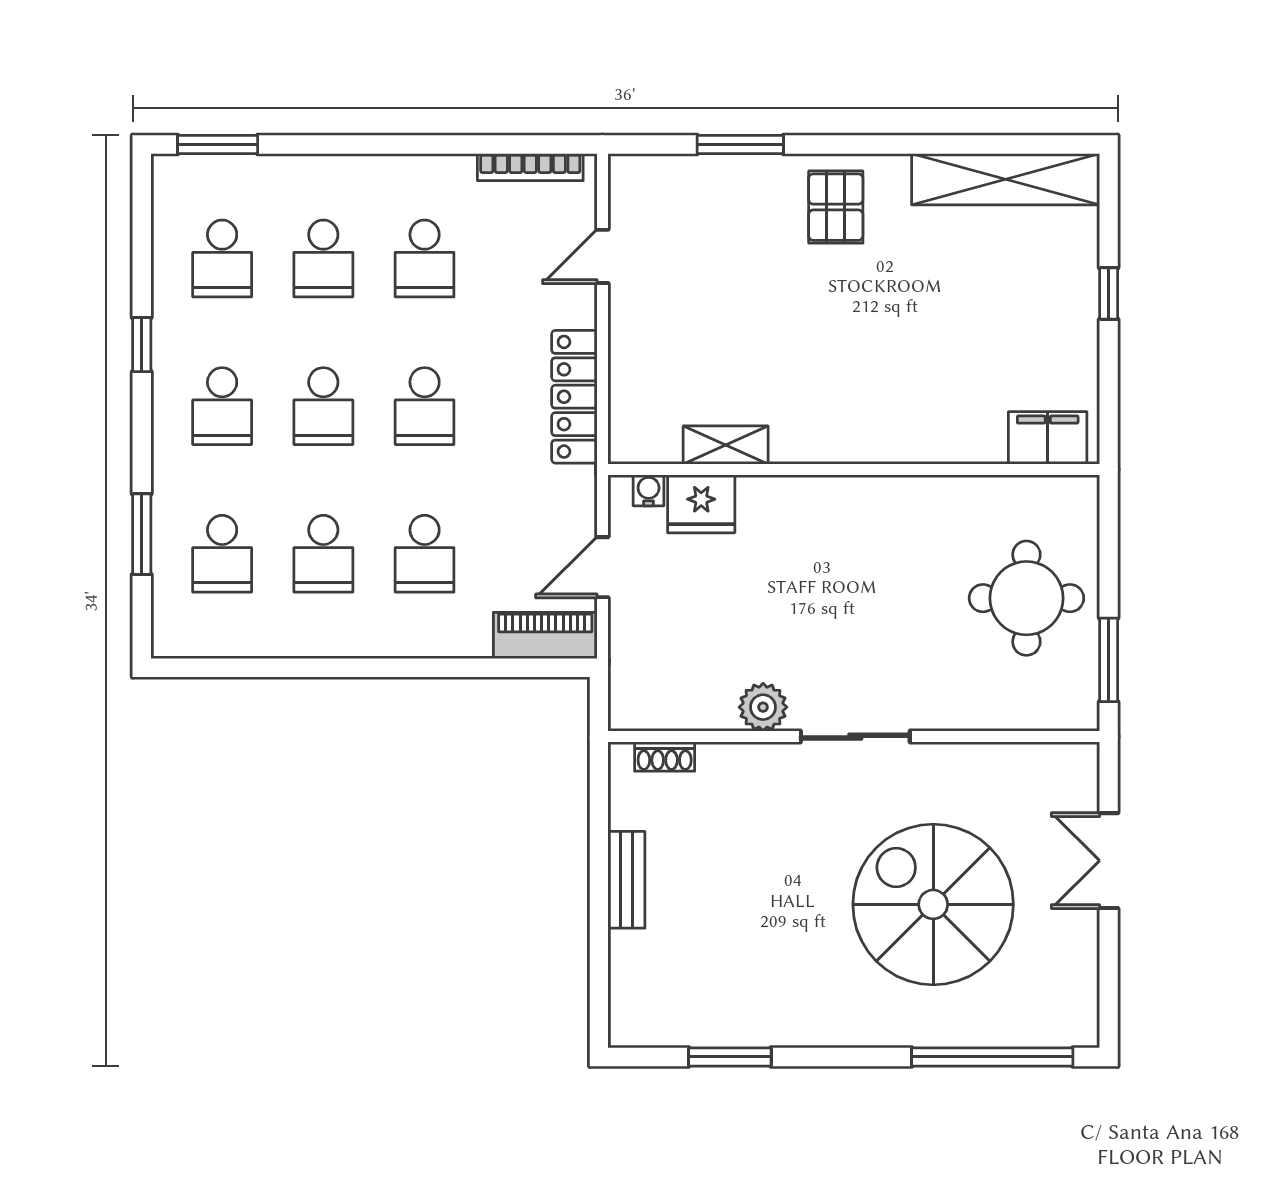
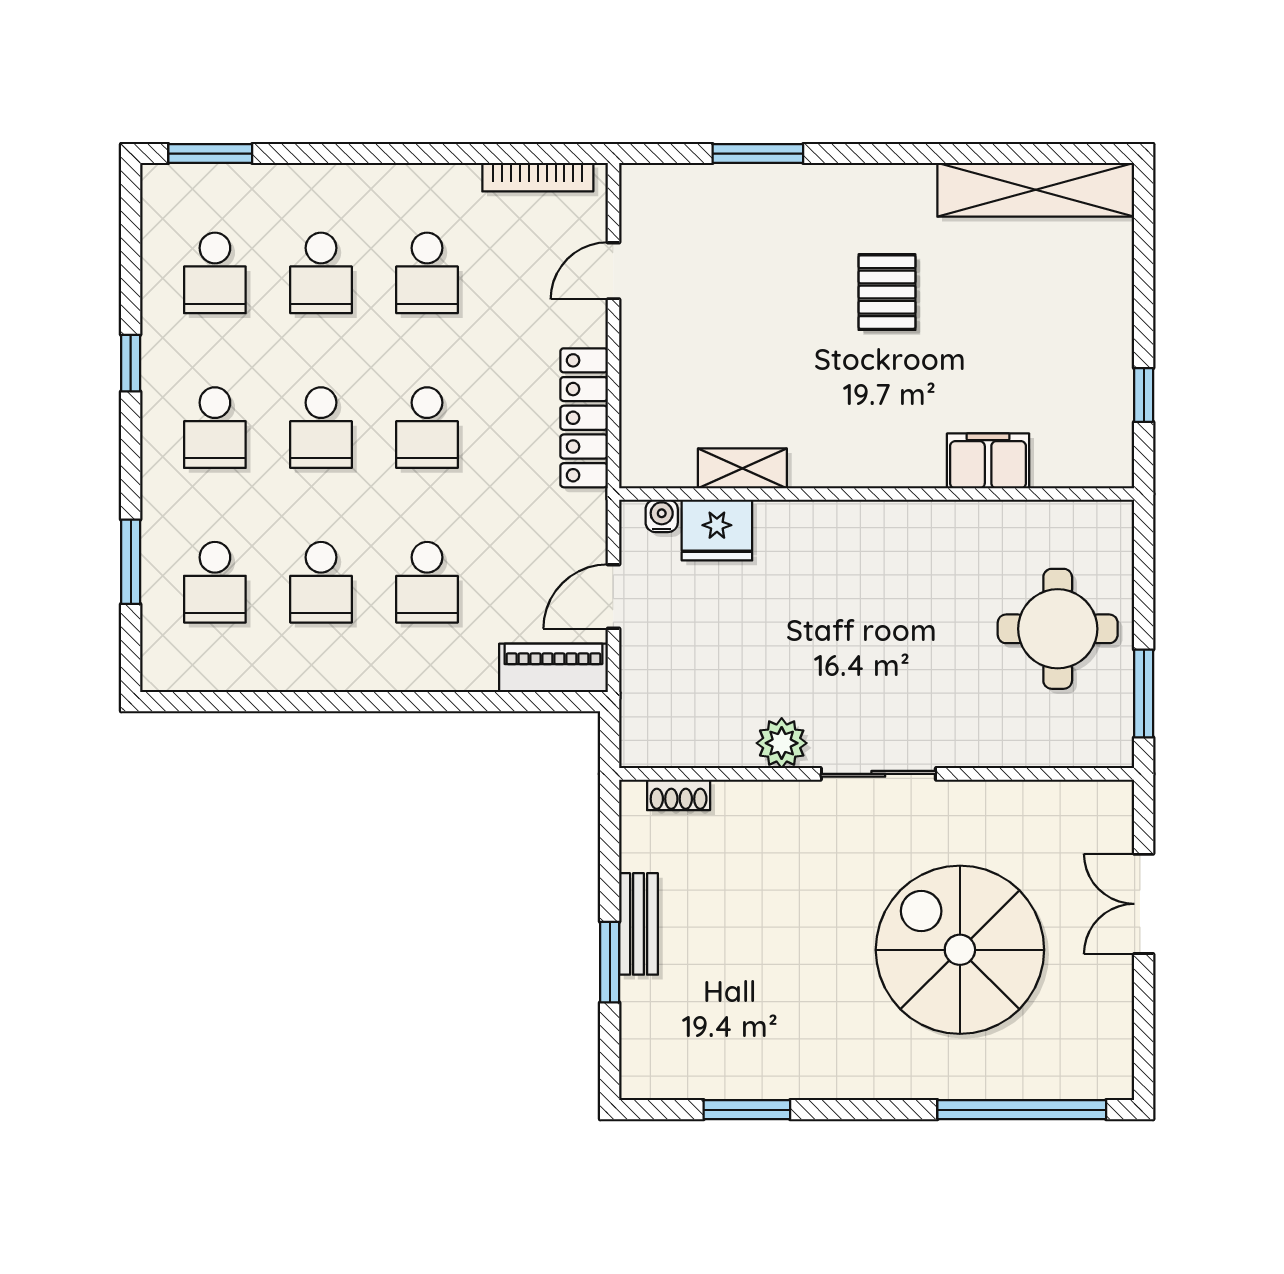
pallet: (836, 207) -> (887, 292), moved
window: (1109, 293) -> (1144, 395), moved
filing cabinet: (1048, 438) -> (988, 461), moved
window: (599, 916) -> (610, 962), added

